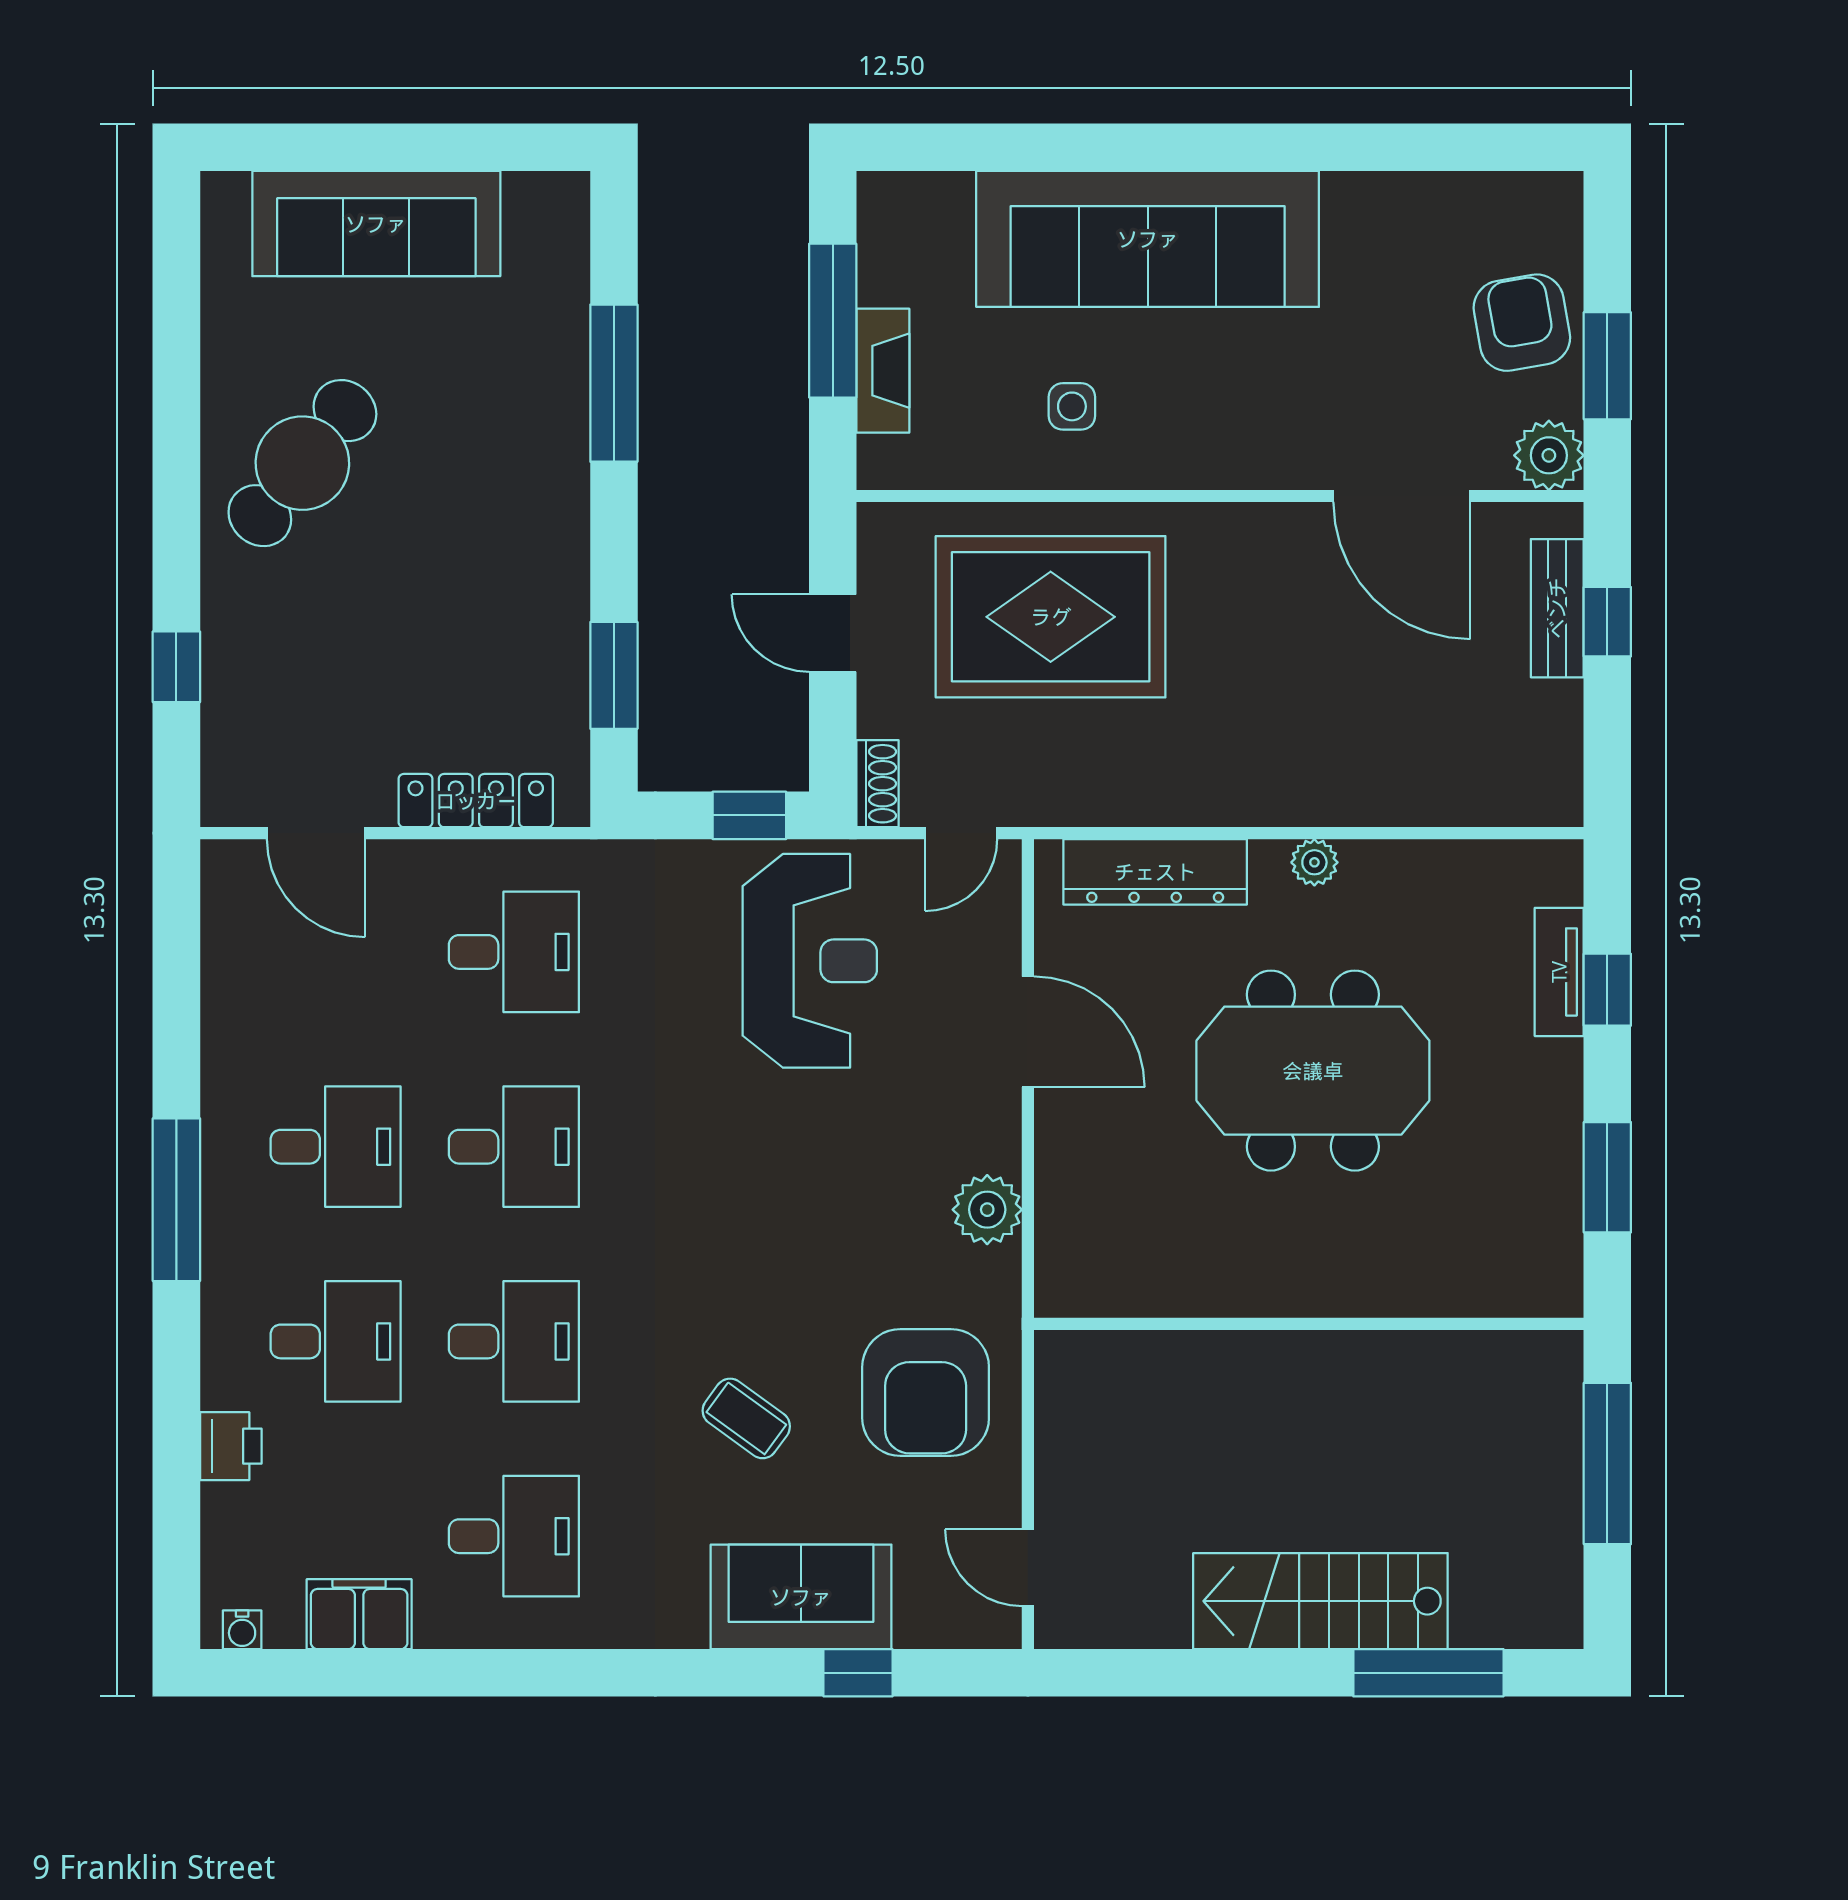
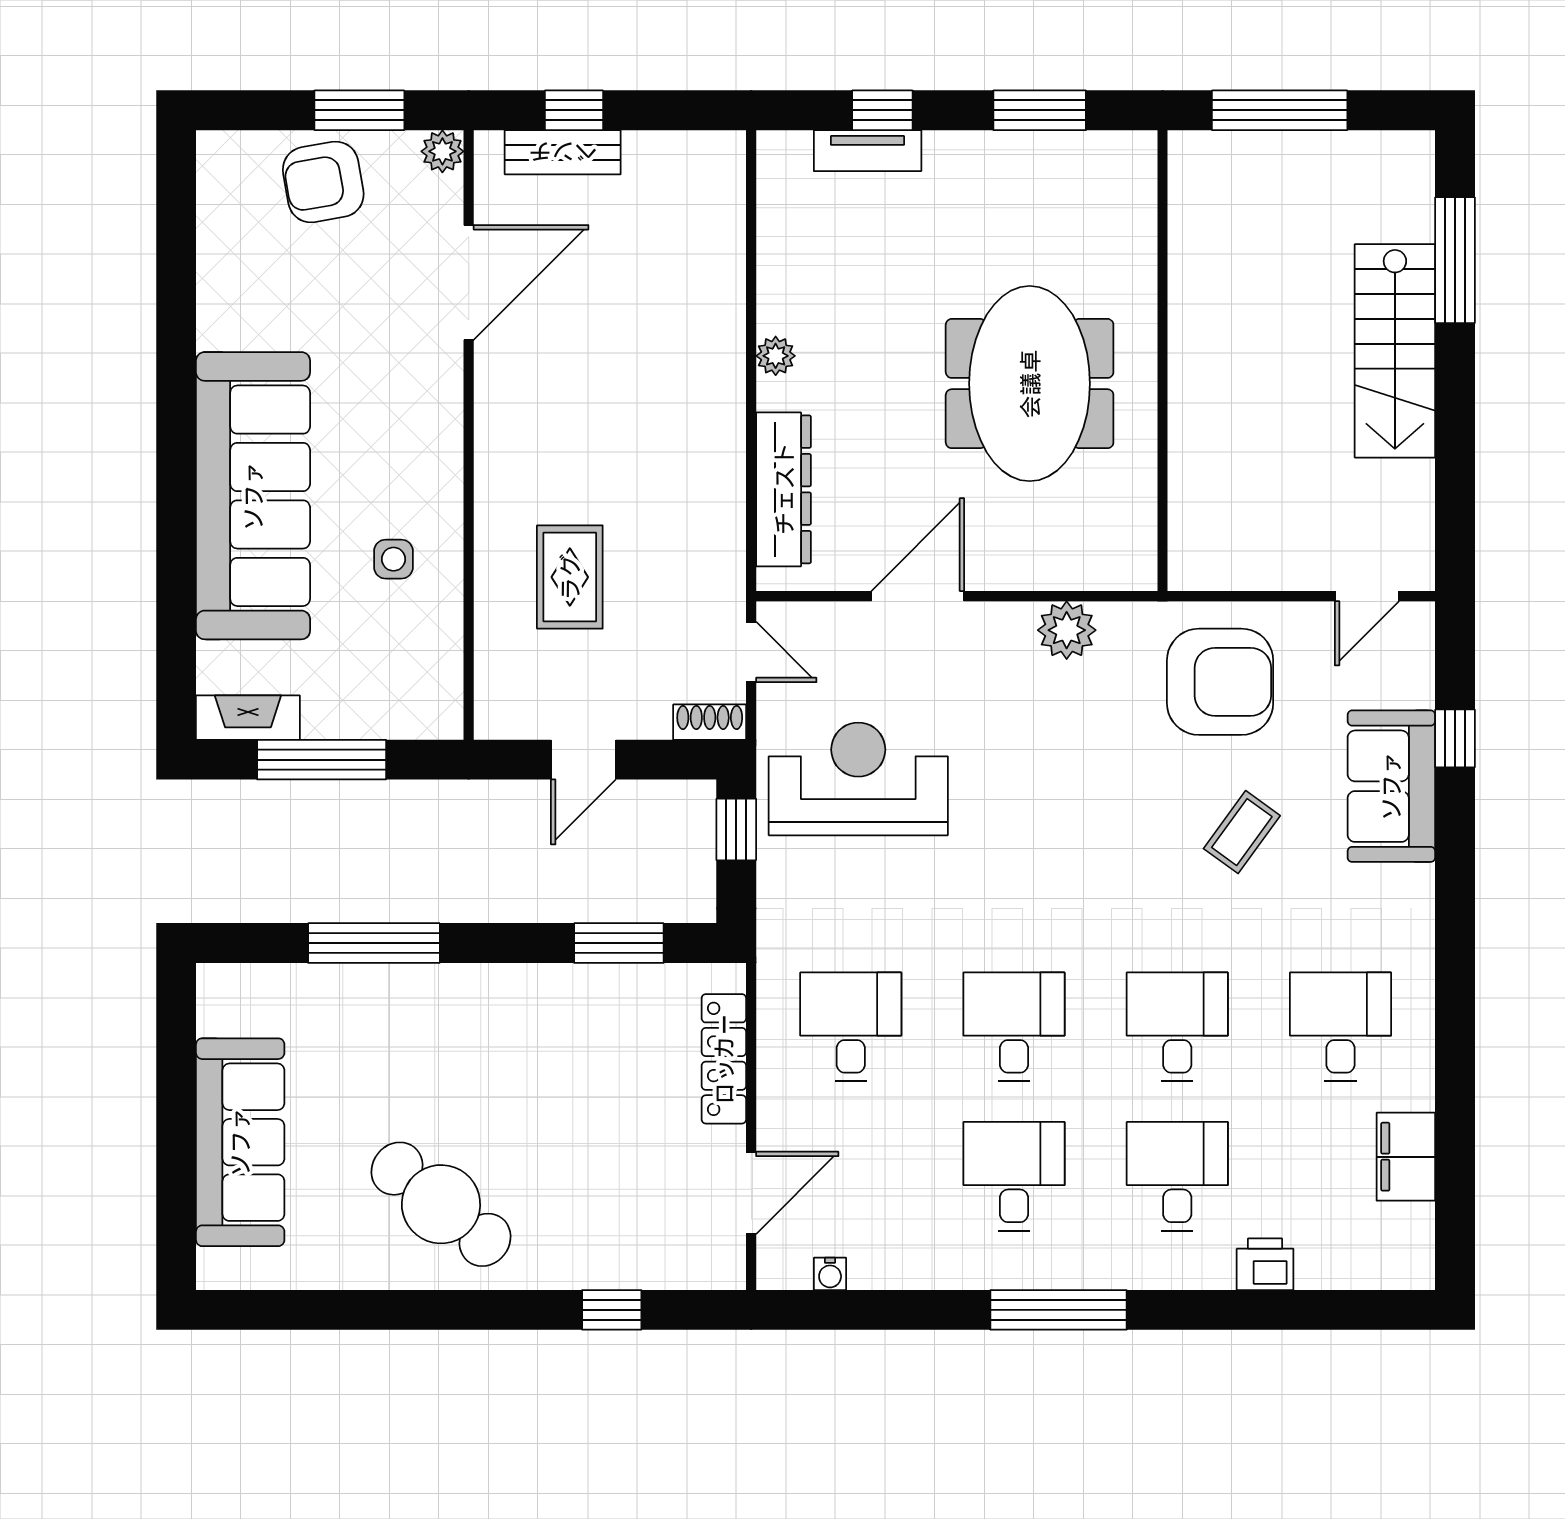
fireplace: (883, 371) -> (248, 718), moved
plant: (1549, 455) -> (442, 151), width x0.73, depth x0.73
rug: (1051, 617) -> (570, 577), width x0.54, depth x0.49
meeting table: (1313, 1071) -> (1030, 384), moved
water cooler: (242, 1630) -> (830, 1274), moved, turned 90

